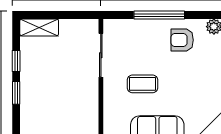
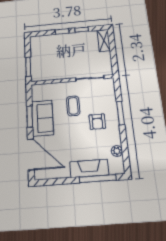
window: (159, 15) -> (120, 113), width x0.69
armchair: (182, 40) -> (97, 122), moved, turned 180

